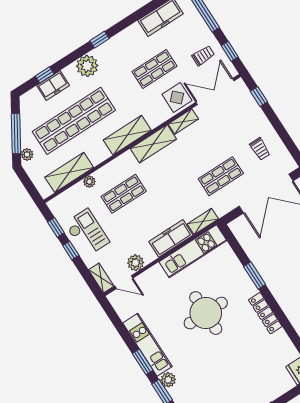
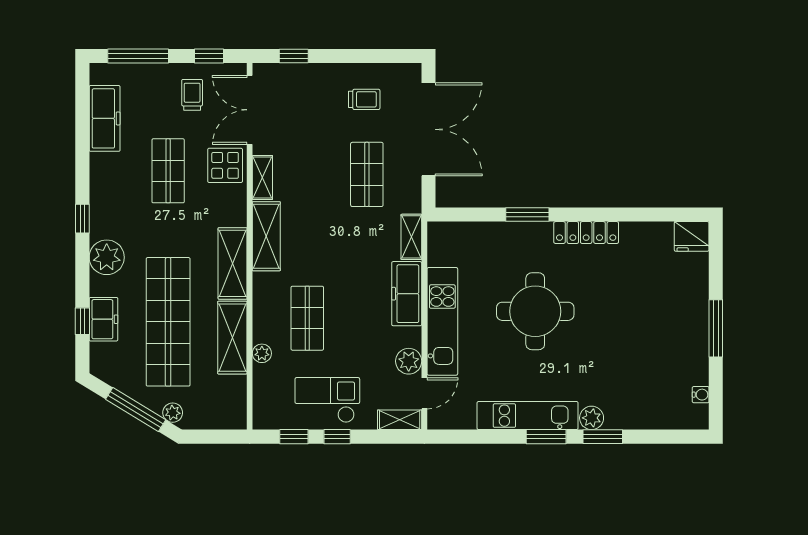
shelving: (69, 172) -> (232, 338), moved
kitchen unit: (193, 251) -> (442, 321), moved

